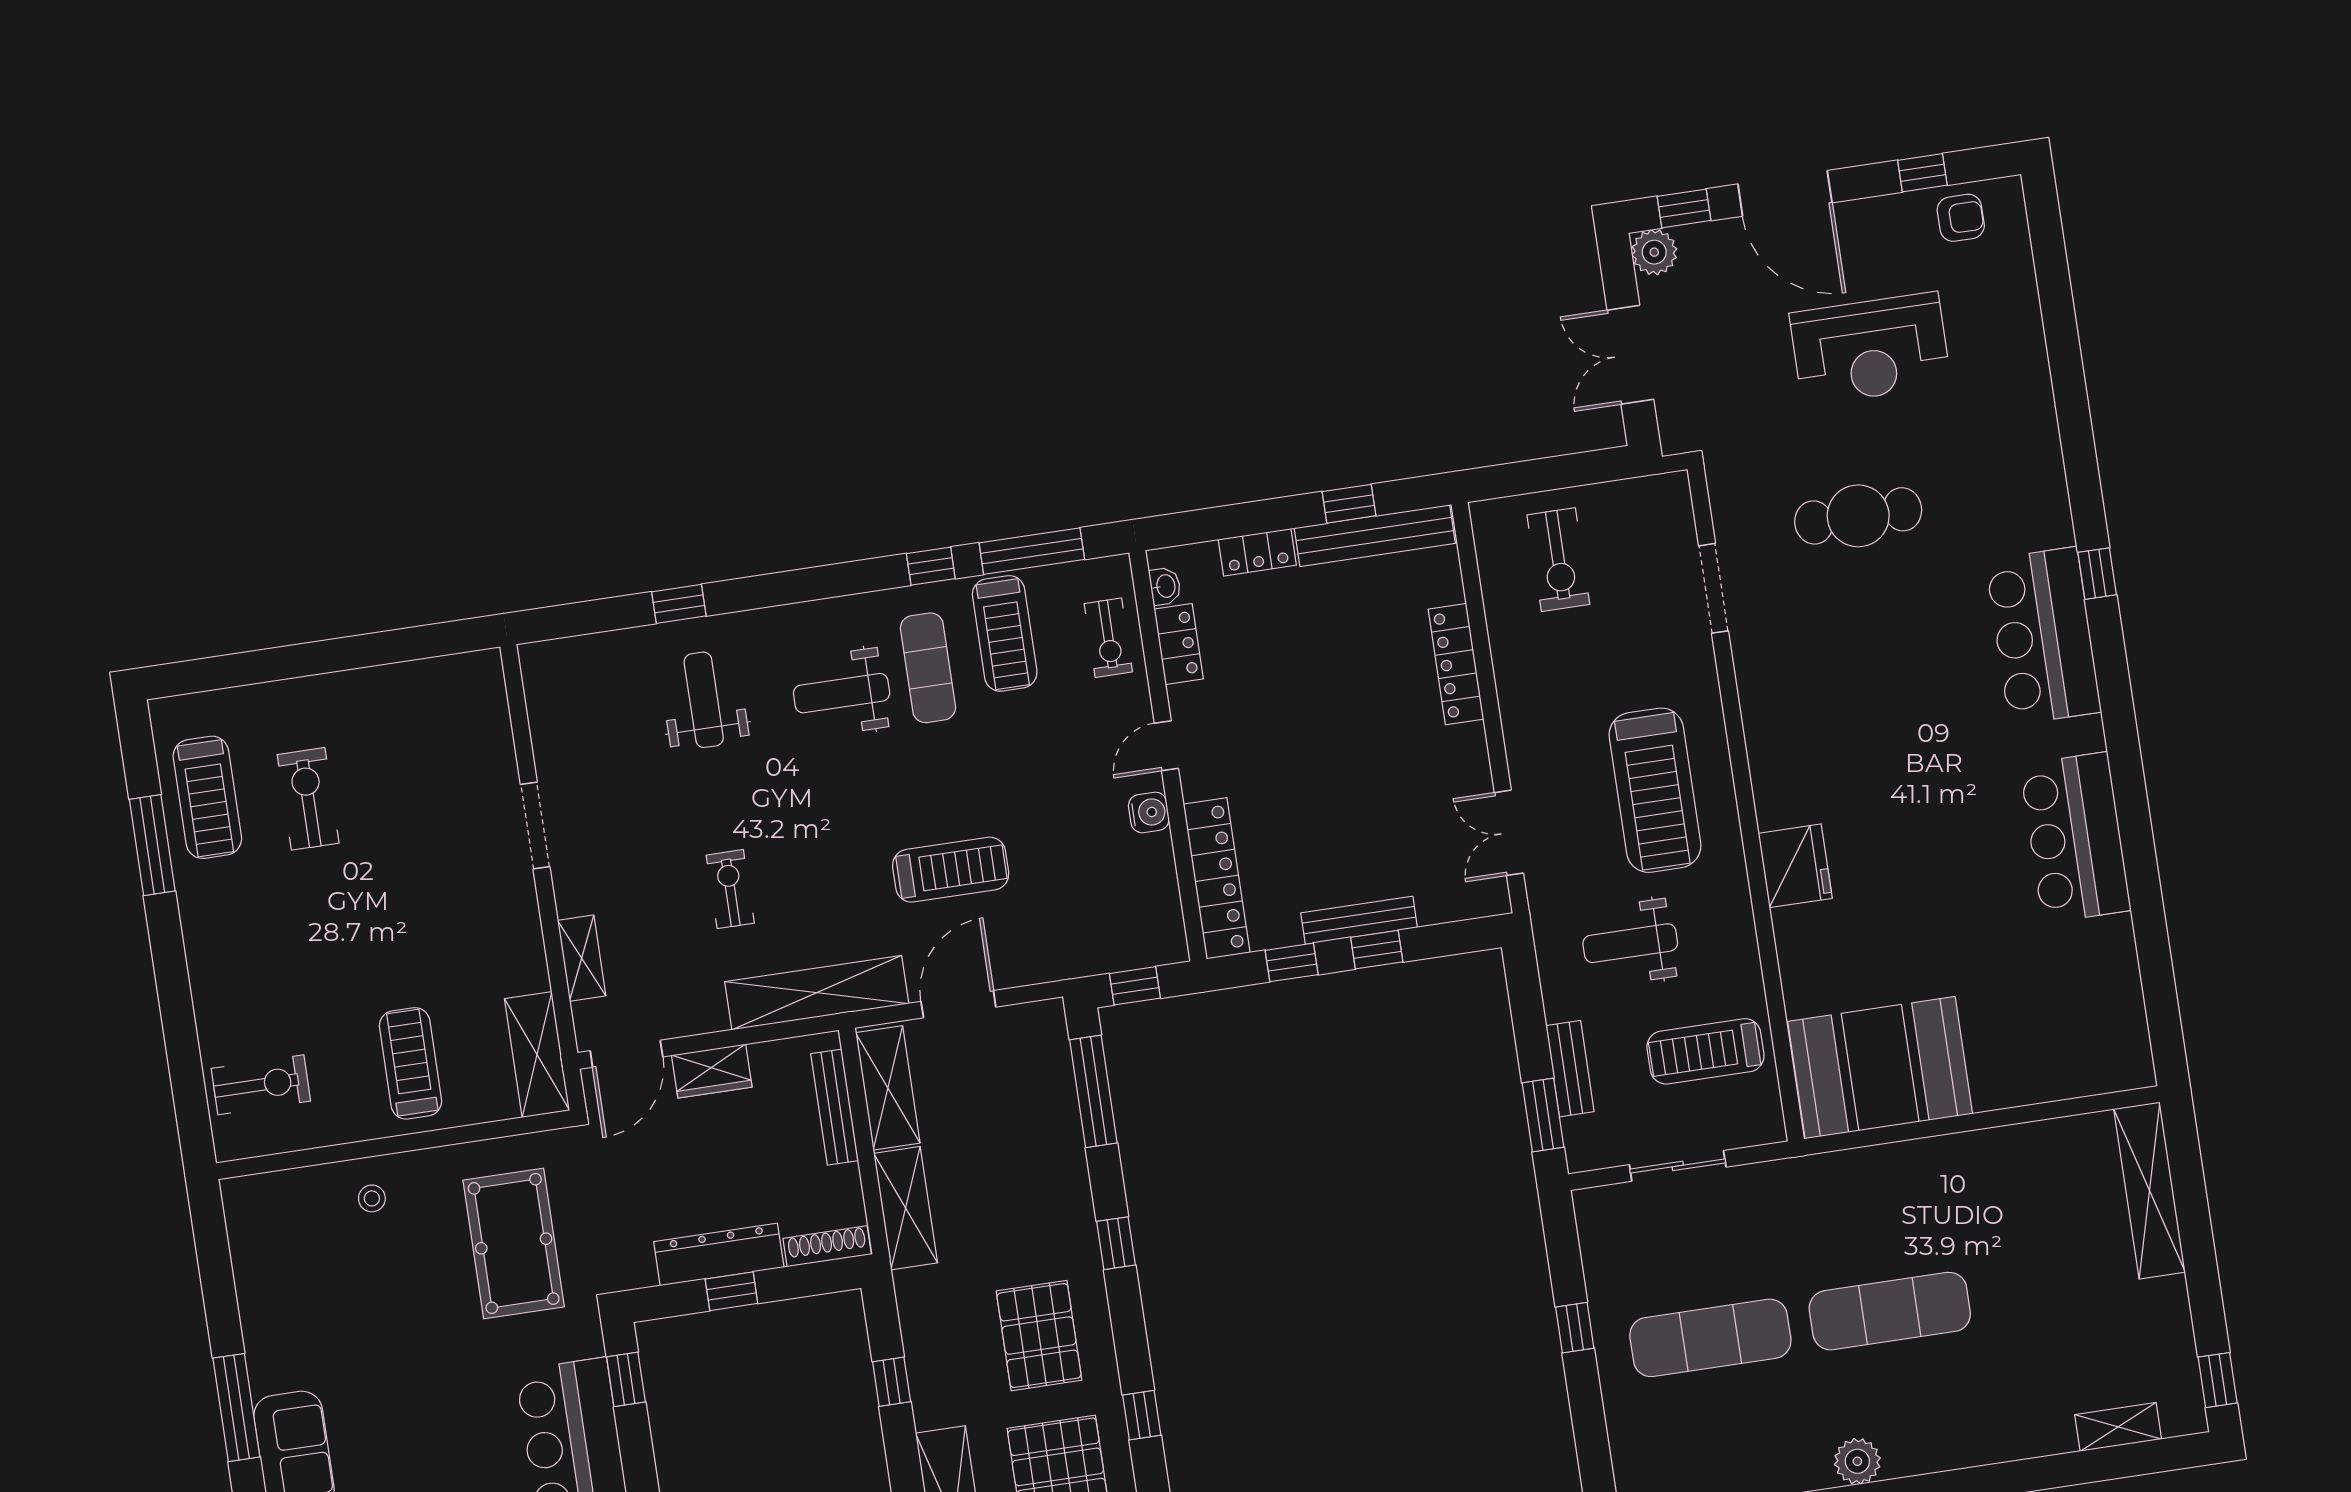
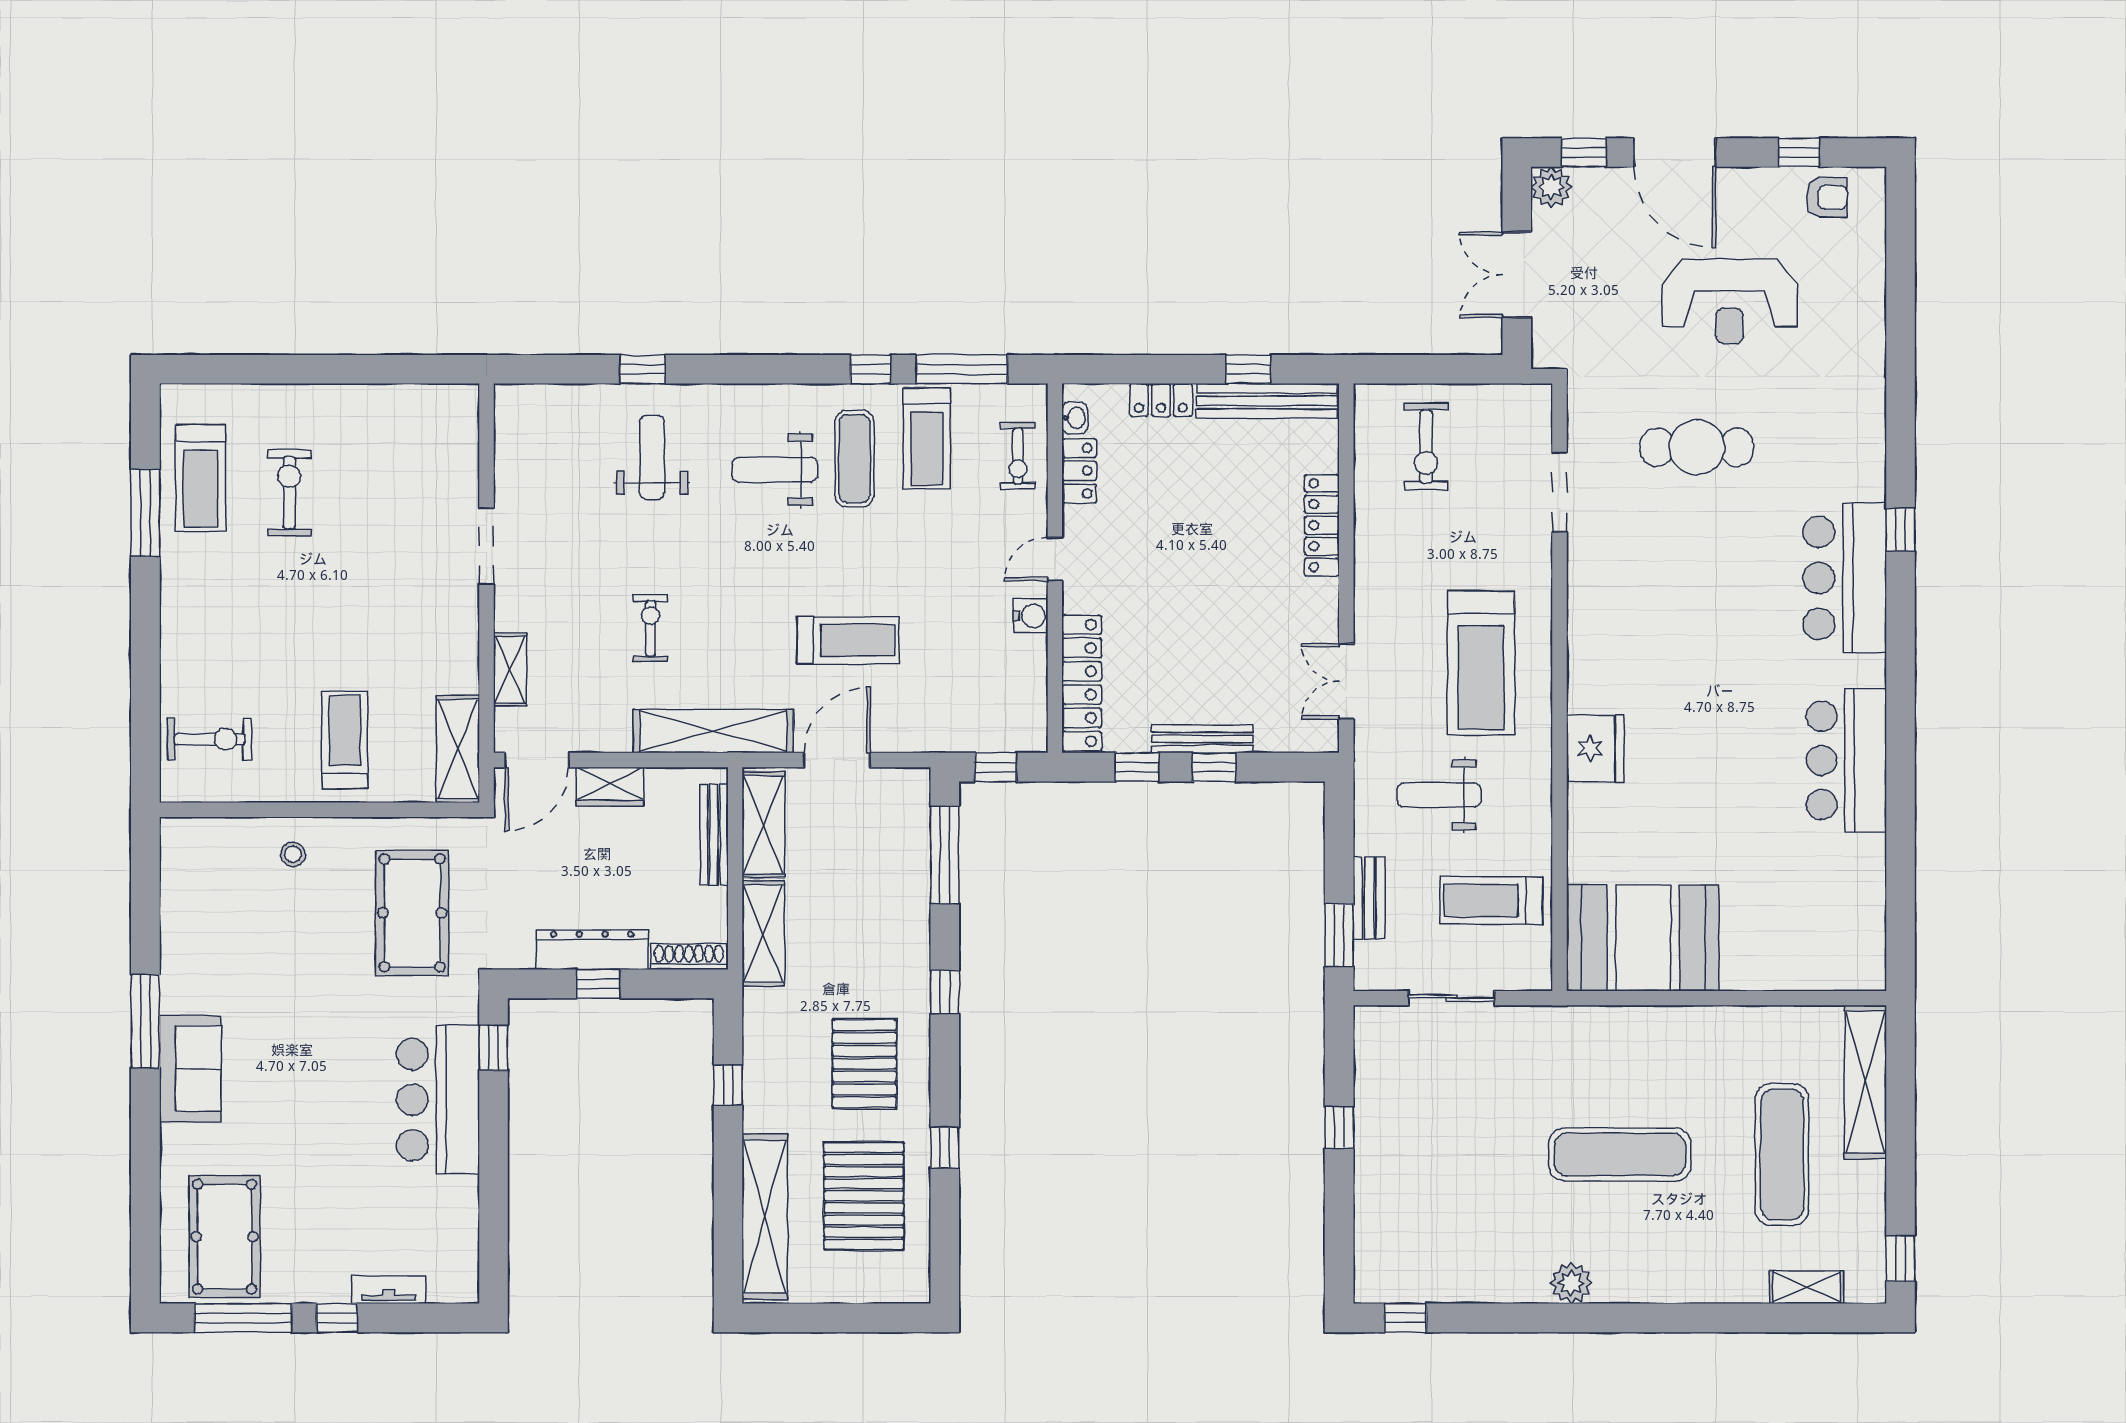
exercise mat: (1710, 1338) -> (1782, 1154), moved, turned 90

